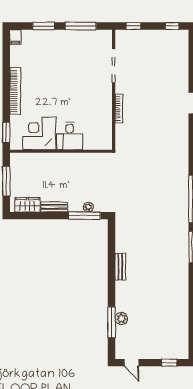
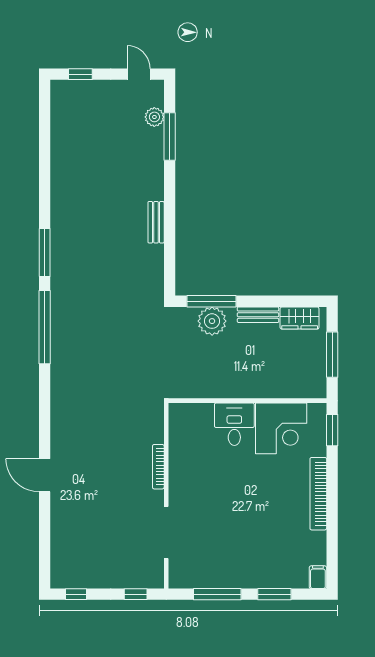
plant: (88, 207) -> (212, 321), width x1.88, depth x1.88
plant: (121, 319) -> (154, 117), moved

